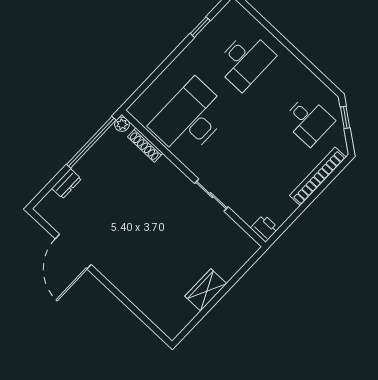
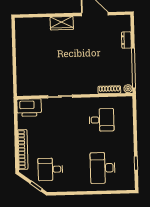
desk: (190, 119) -> (101, 120), width x0.53, depth x0.77
printer: (265, 228) -> (29, 108), width x1.87, depth x1.48
wardrobe: (206, 290) -> (62, 23), moved, turned 90

